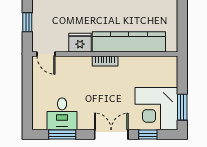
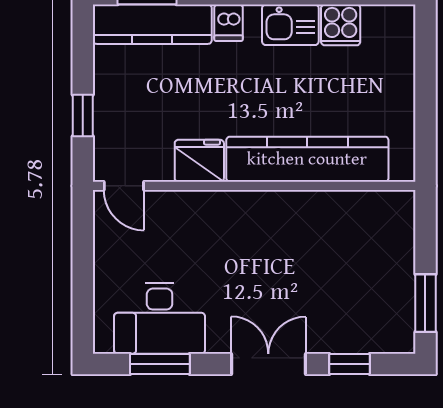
bookcase: (105, 61) -> (255, 201), removed
corner desk: (156, 109) -> (368, 307), removed
desk: (62, 114) -> (160, 318), width x1.37

